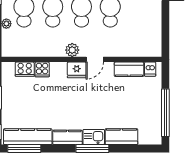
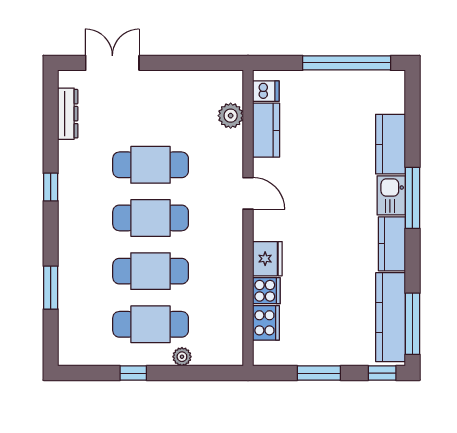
plant: (72, 50) -> (231, 116), moved
fridge: (77, 70) -> (267, 259), moved

